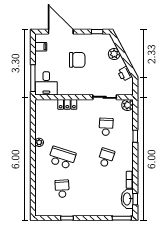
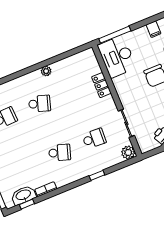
desk: (46, 83) -> (117, 57), width x1.37
school desk: (62, 158) -> (40, 104), width x0.54

